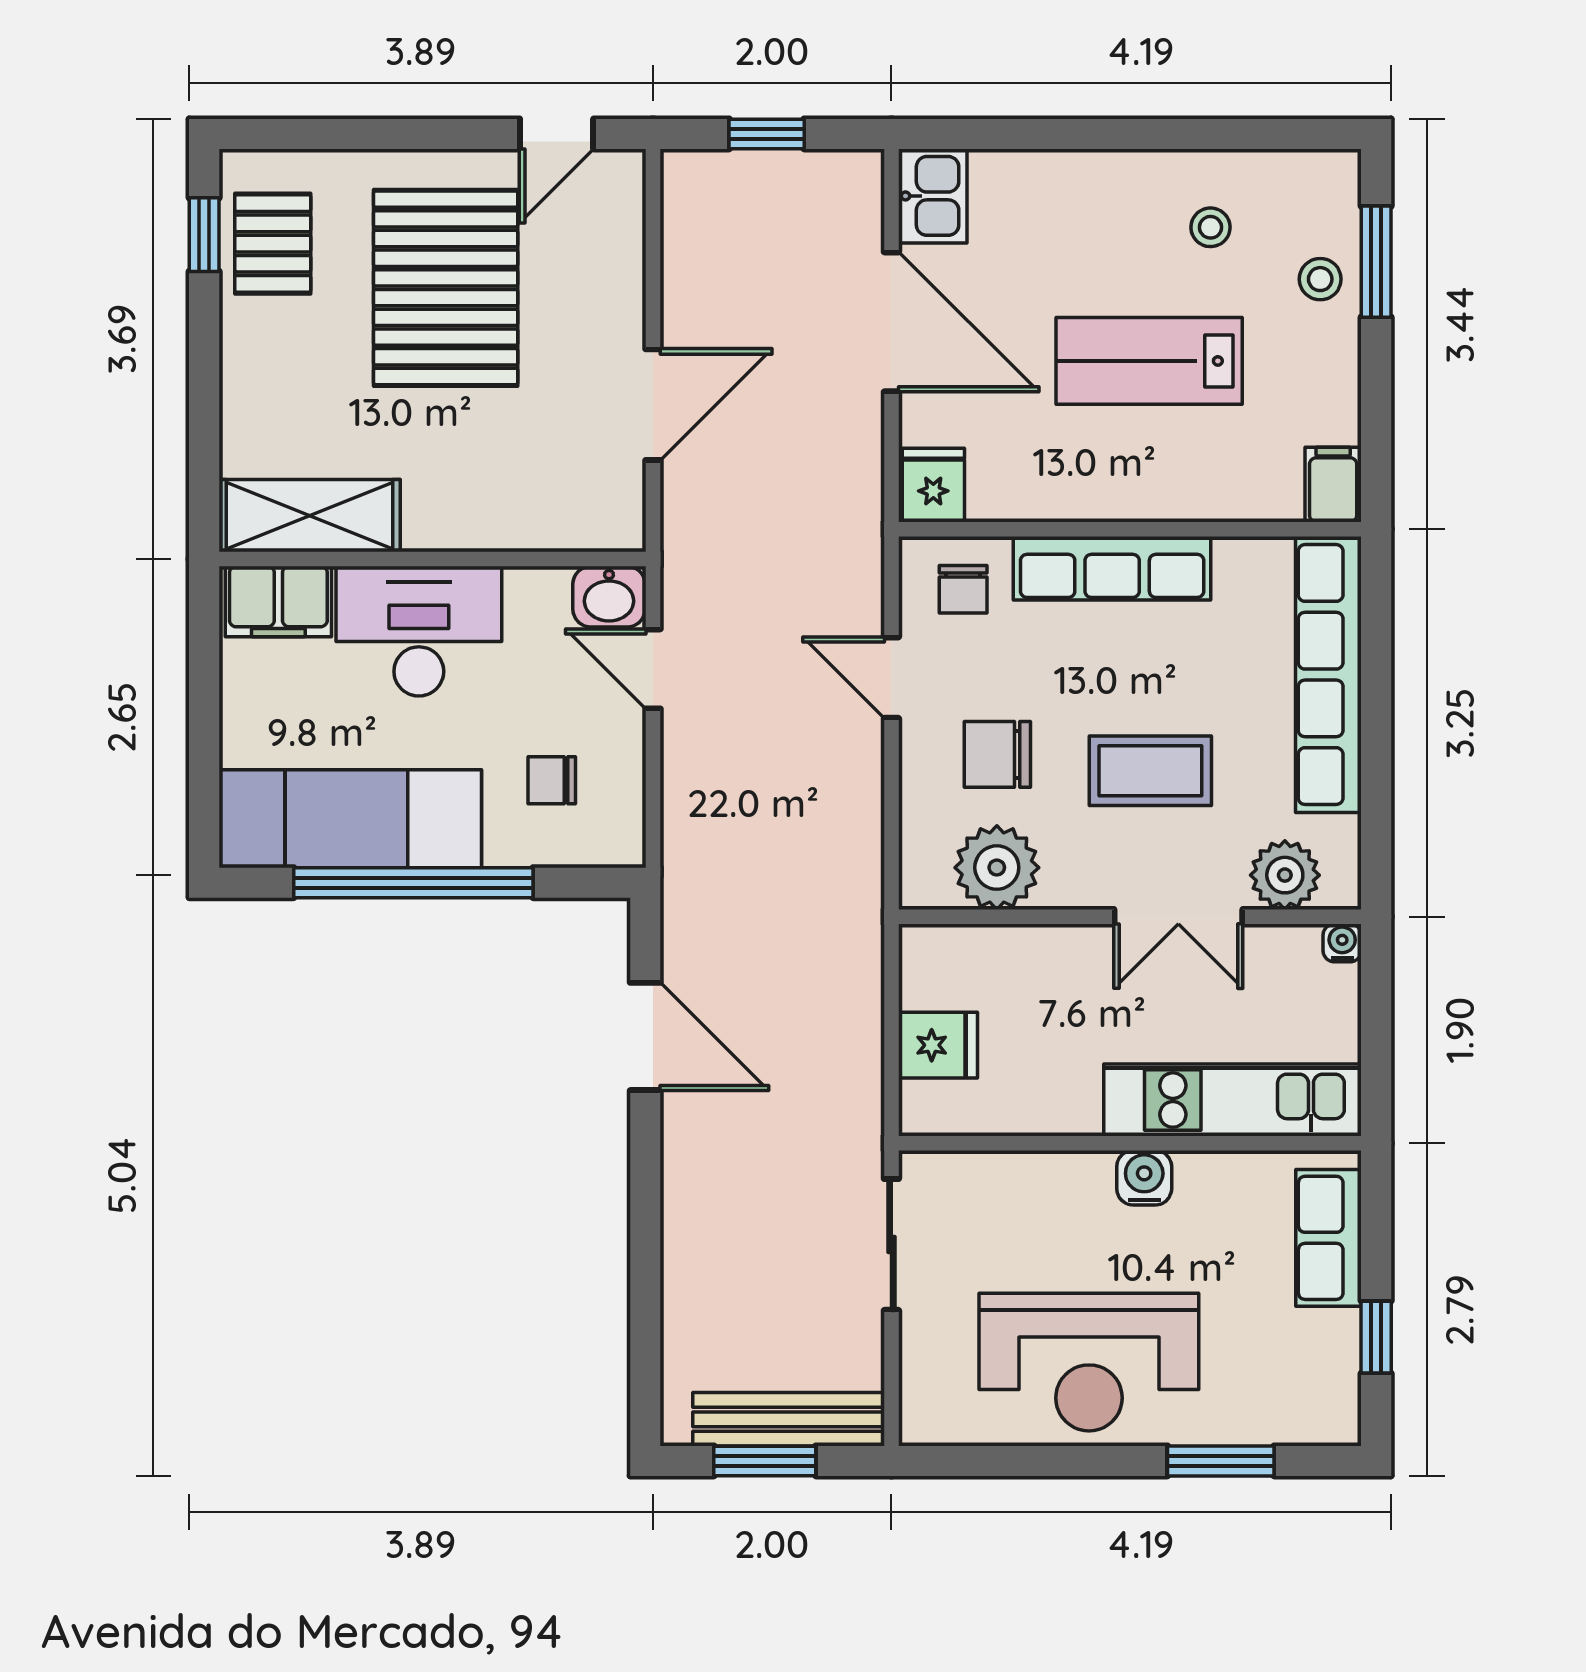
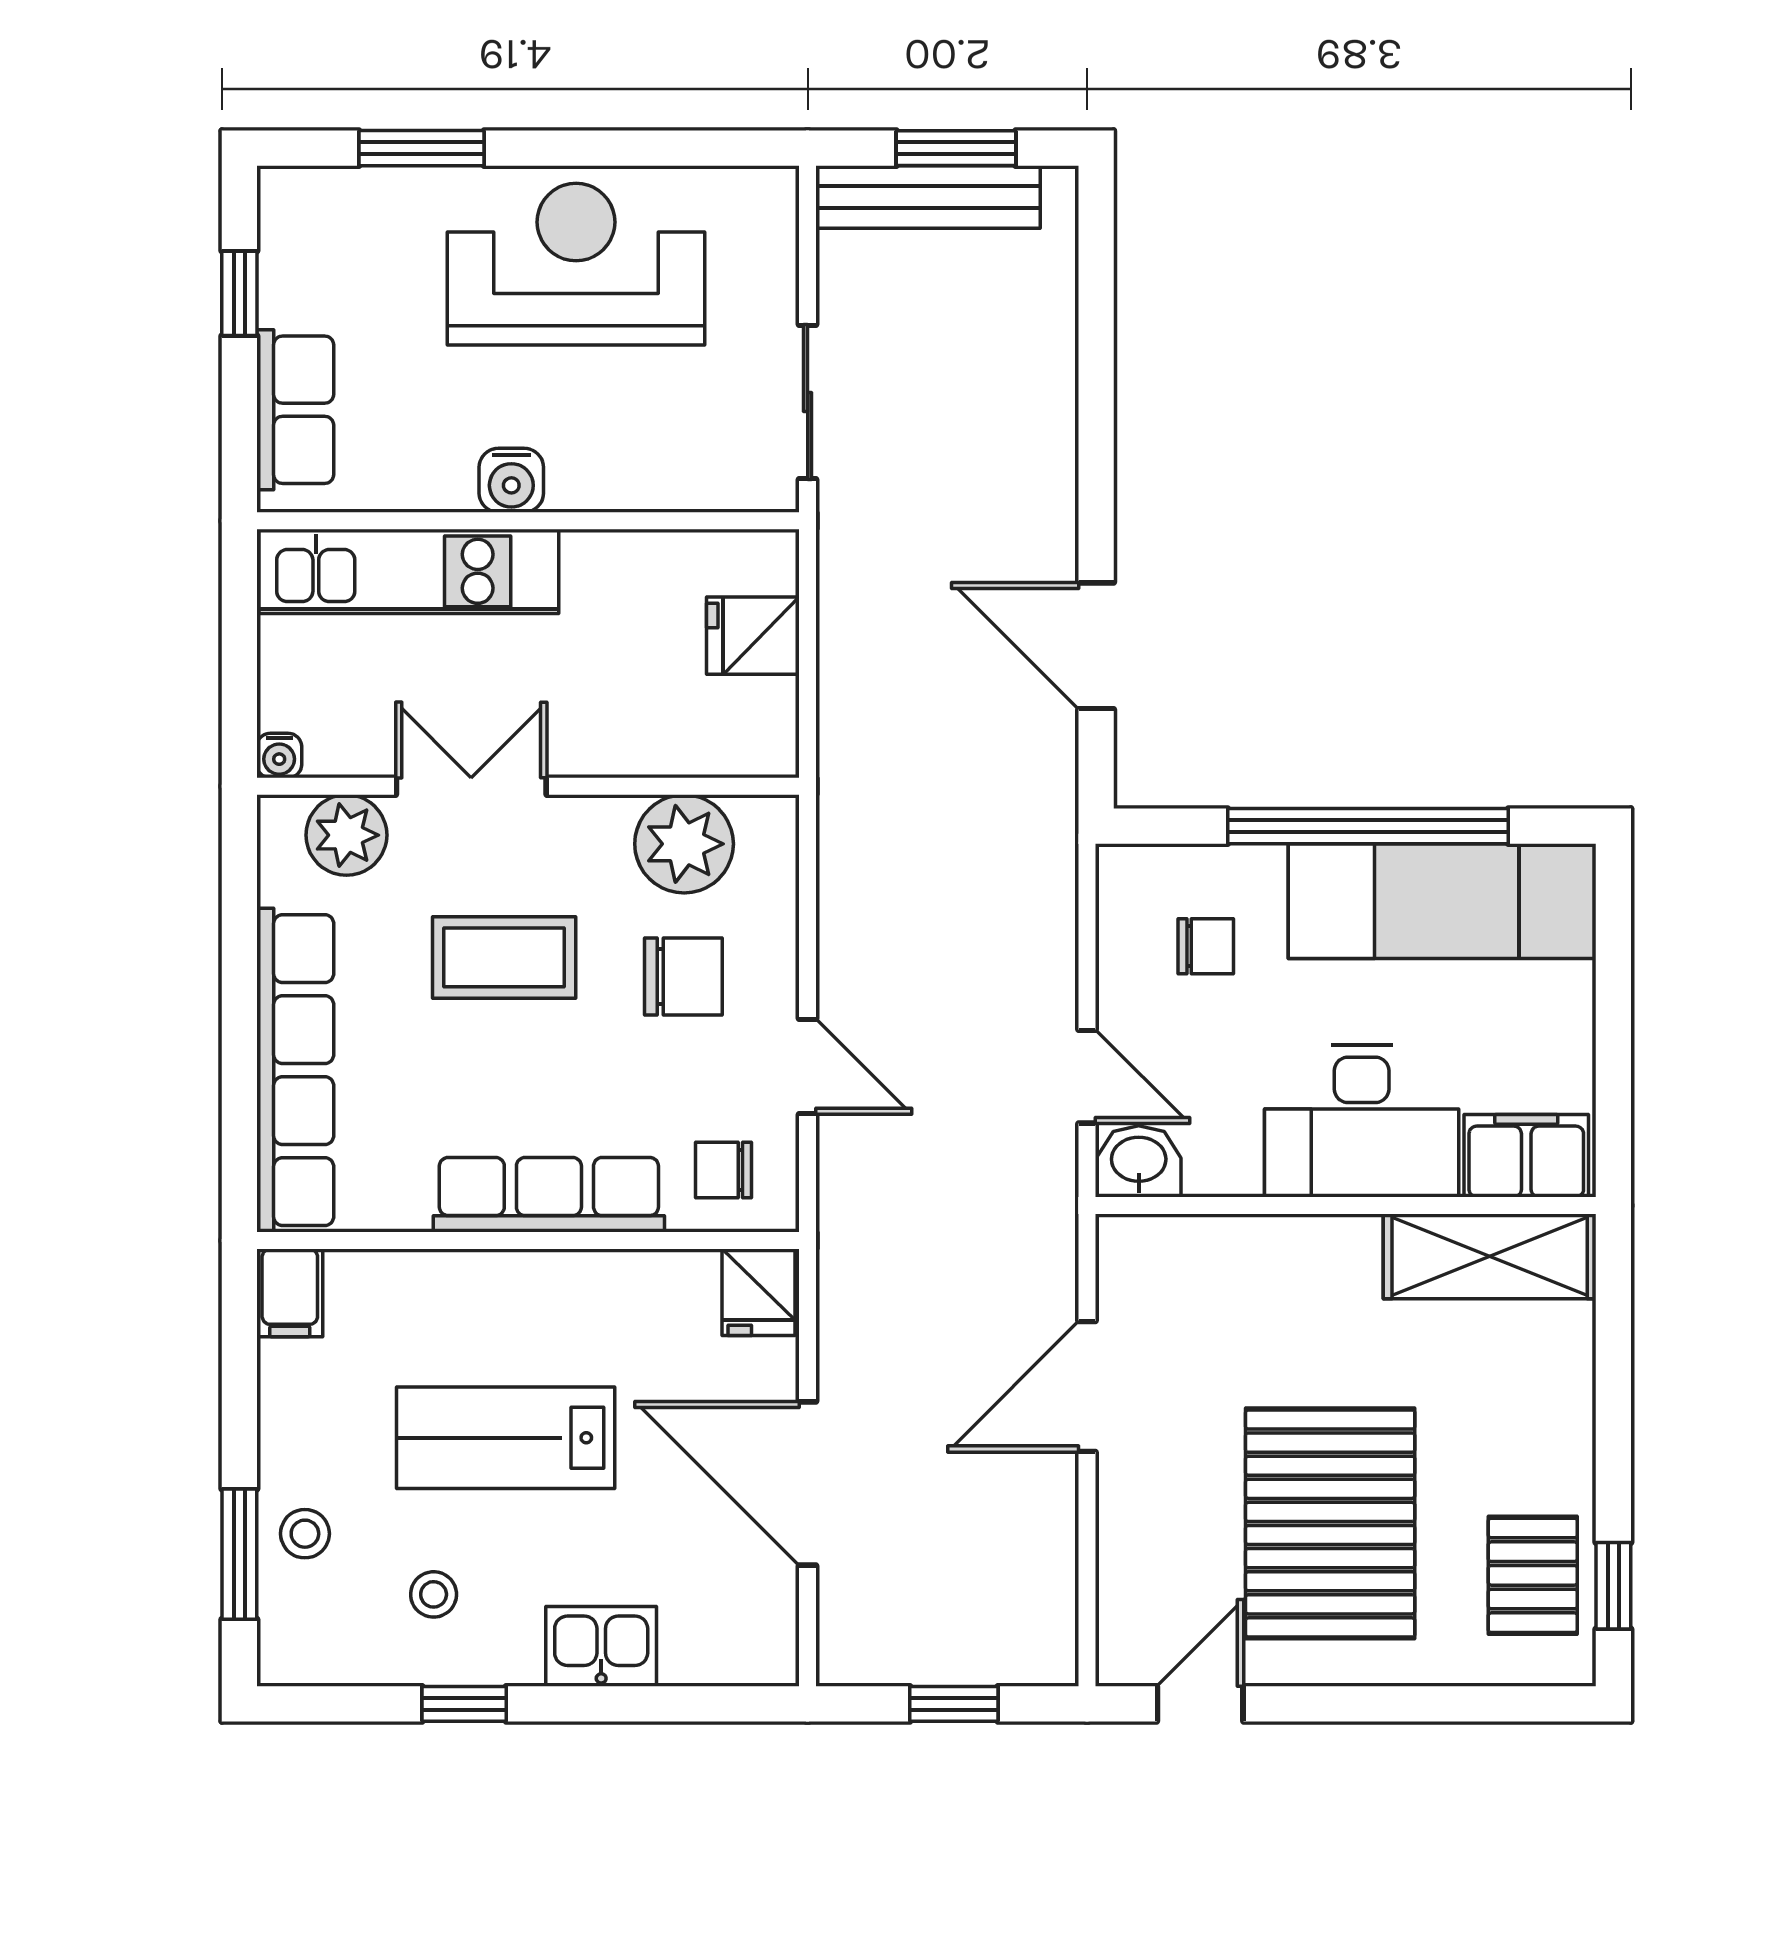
window: (1184, 134) -> (464, 1704), added
kitchen sink: (933, 196) -> (601, 1646), moved, turned 90
lab bench: (1149, 361) -> (506, 1438), turned 180
chair: (963, 589) -> (724, 1170), turned -90

